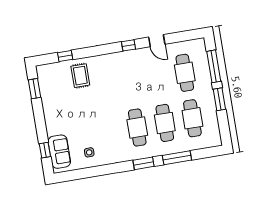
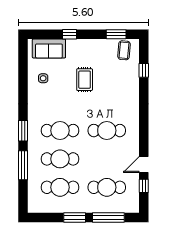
window: (128, 45) -> (144, 186), moved
rug: (80, 76) -> (85, 80), moved, turned 90
coffee table: (49, 78) -> (124, 50), added
cafe table: (130, 82) -> (107, 131), added
window: (45, 150) -> (69, 34), moved

